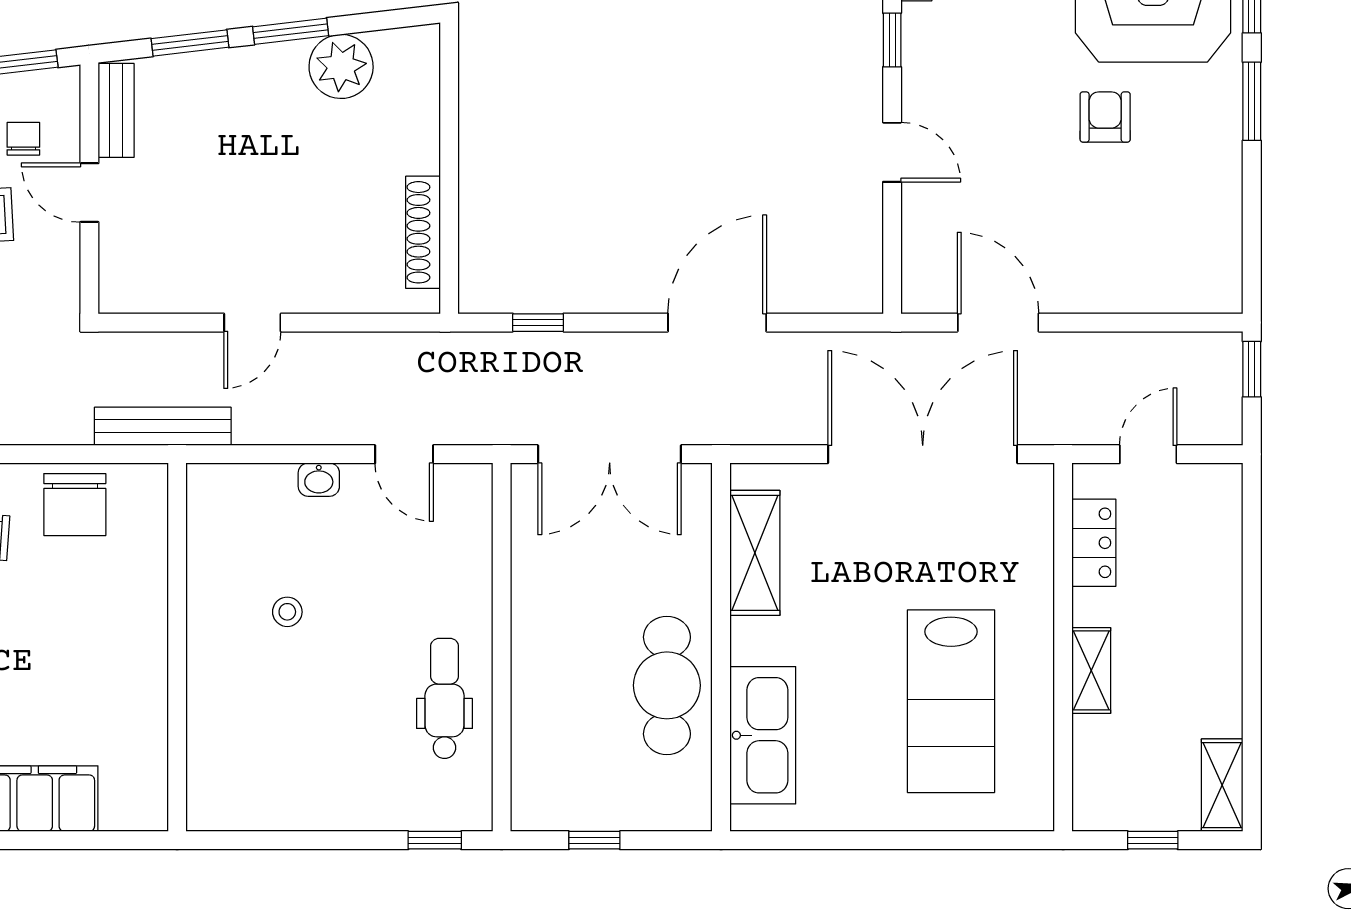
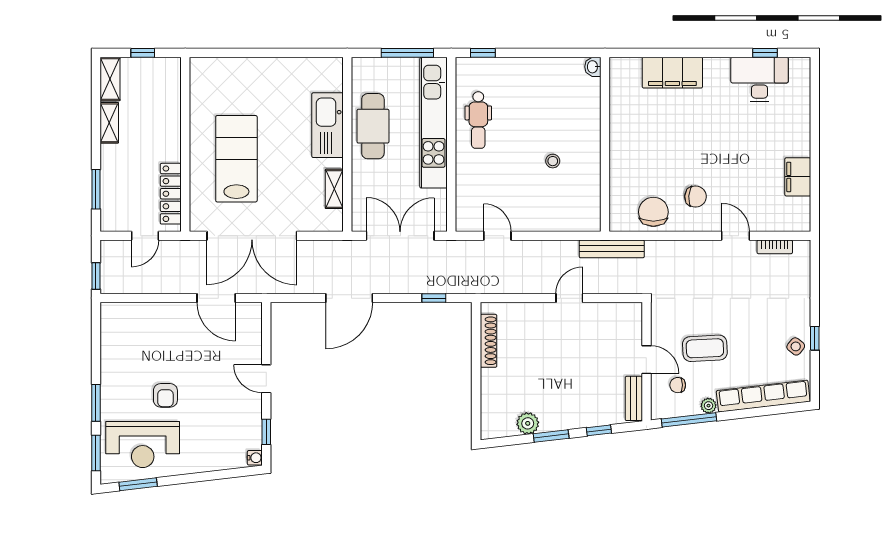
window: (190, 43) -> (599, 430), width x0.67
plant: (341, 66) -> (528, 423), width x0.73, depth x0.73
chair: (23, 139) -> (678, 385), turned 90
washbasin: (319, 480) -> (593, 67), moved, turned -90
locker: (1094, 543) -> (171, 194), width x1.53
window: (1252, 552) -> (96, 189), added
shelving: (755, 553) -> (334, 189), width x0.67, depth x0.75
shelving: (1091, 670) -> (109, 123), moved
kitchen unit: (539, 693) -> (434, 123), added
lab bench: (951, 701) -> (236, 159), moved
kitchen sink: (763, 735) -> (328, 125), moved
window: (594, 840) -> (407, 53), width x2.17

